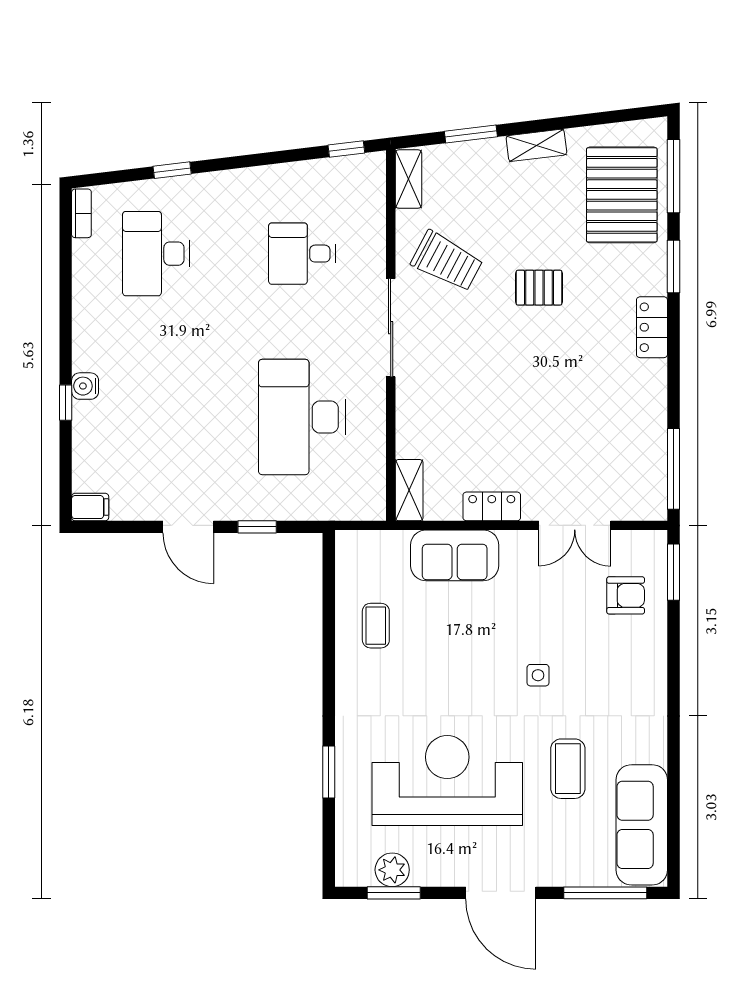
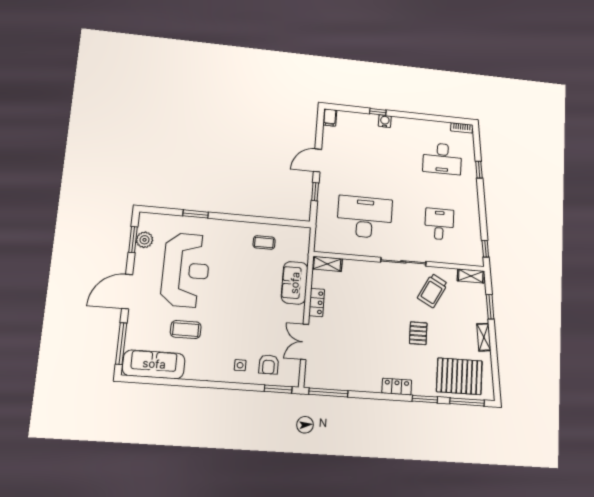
desk: (156, 254) -> (442, 159), turned 180
side table: (538, 675) -> (240, 365), moved

